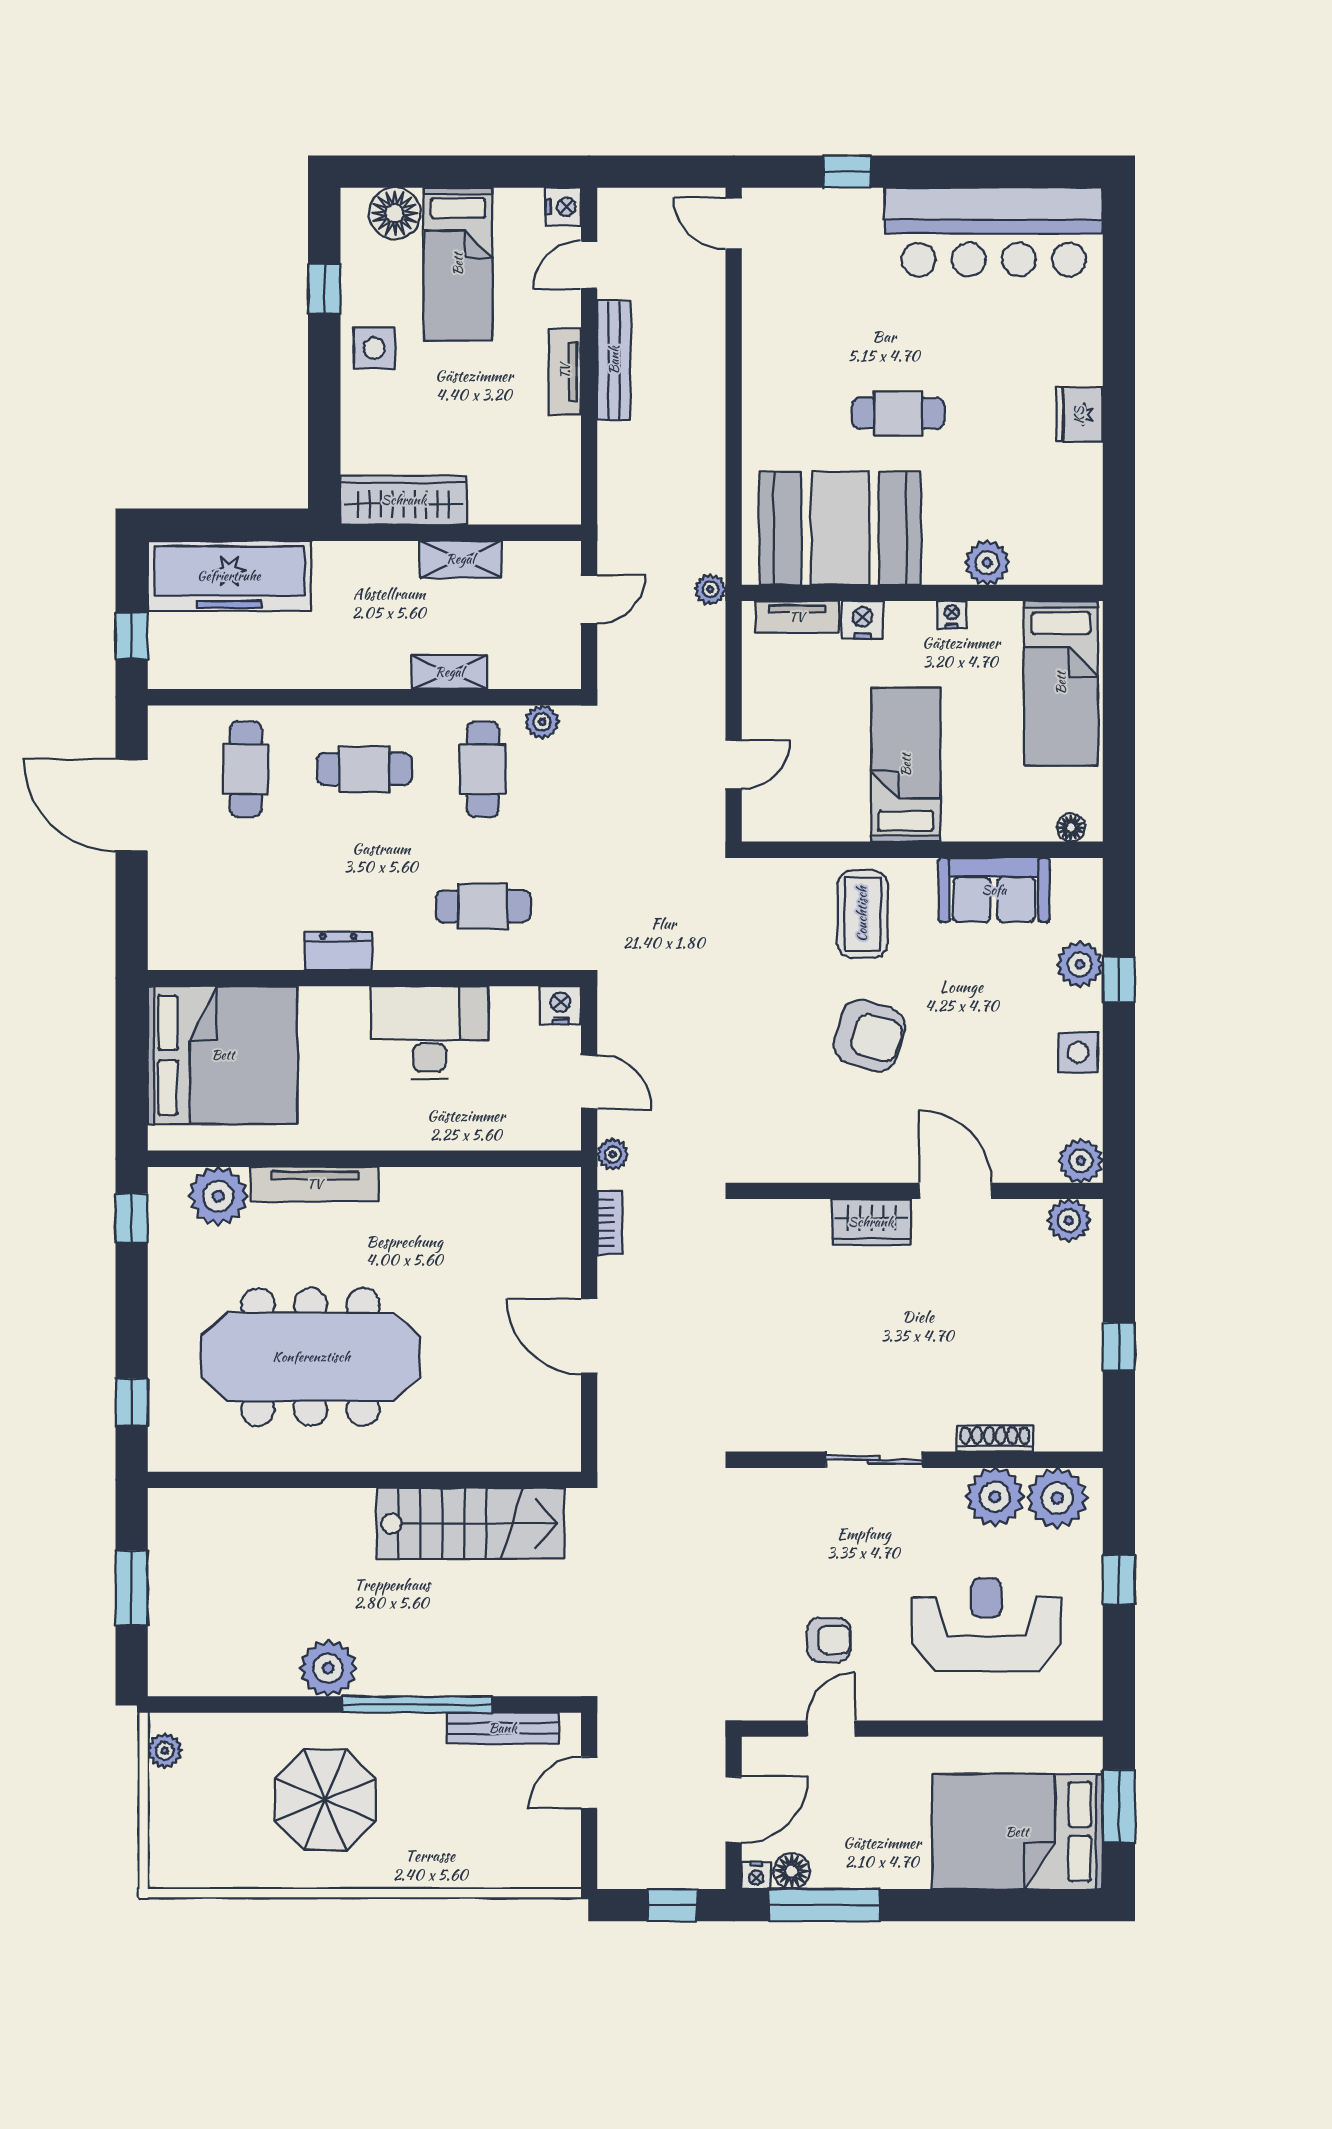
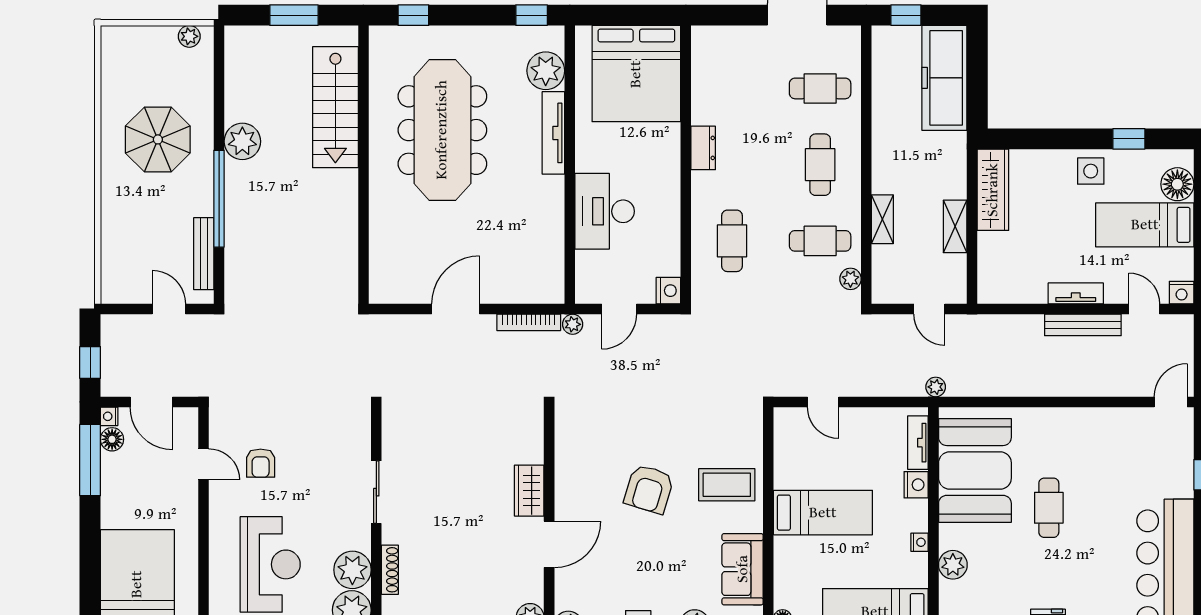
desk: (429, 1032) -> (605, 211), moved, turned 180
bookcase: (610, 1223) -> (529, 322), width x1.56
stairs: (471, 1523) -> (335, 107), moved

